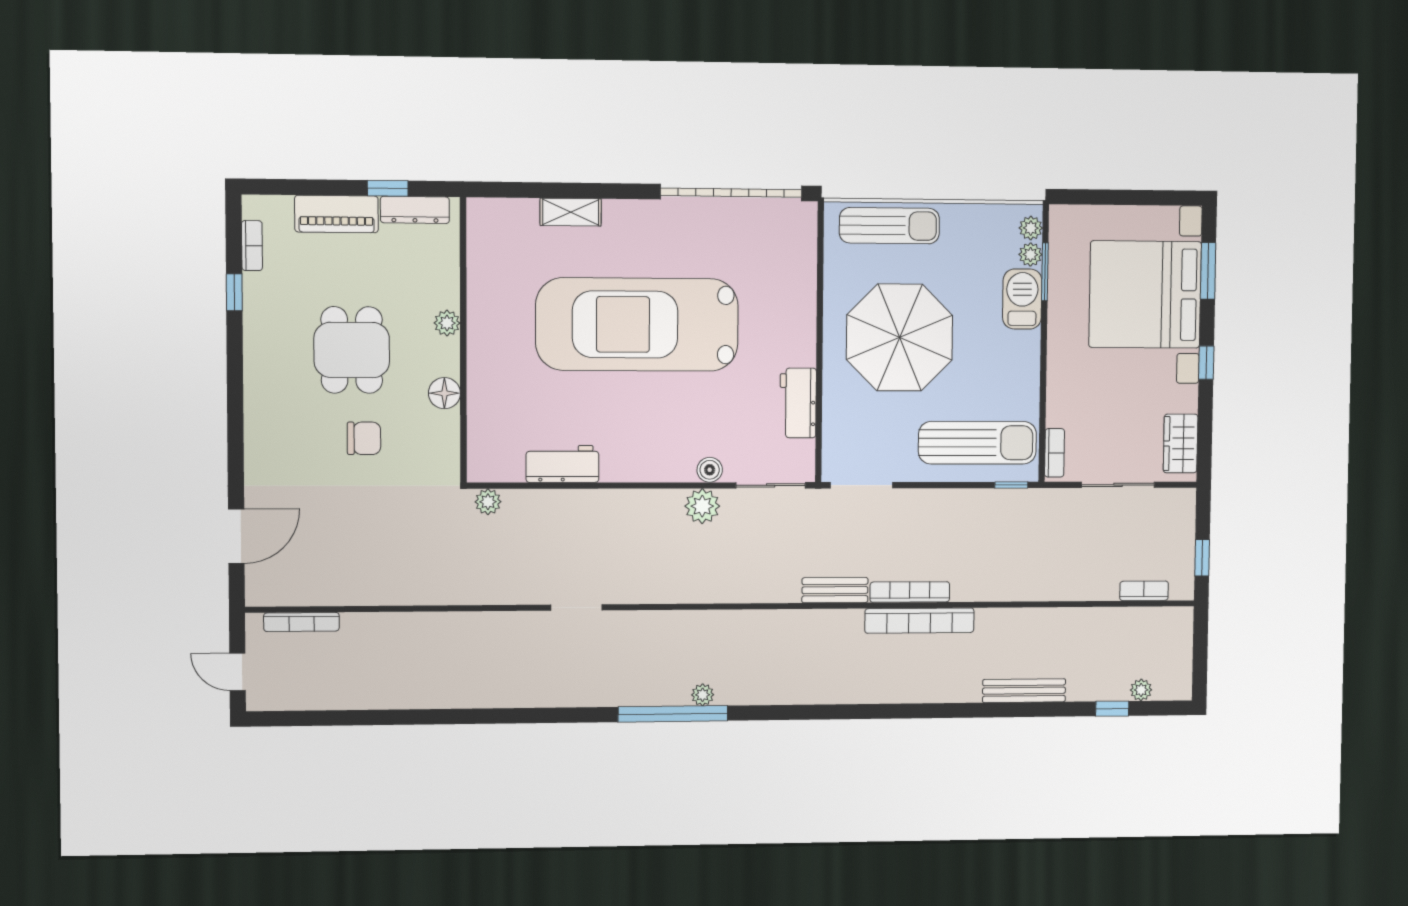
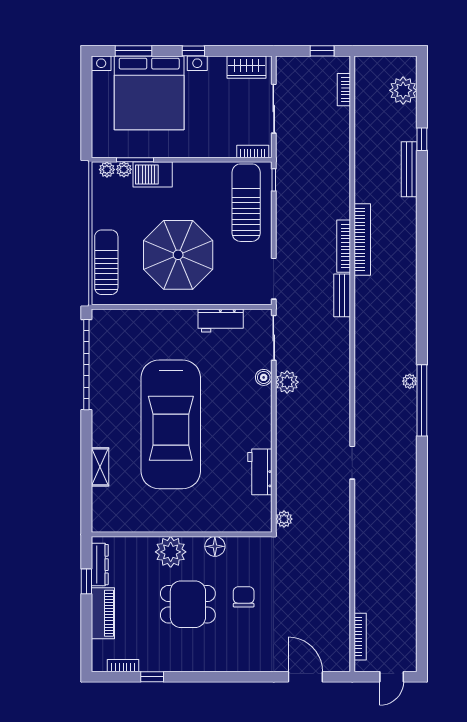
plant: (447, 323) -> (171, 552), width x1.88, depth x1.88
plant: (1141, 690) -> (403, 90), width x1.87, depth x1.87
window: (1112, 709) -> (422, 139), moved

